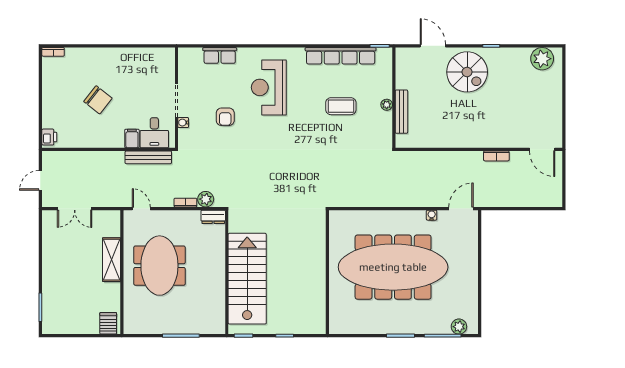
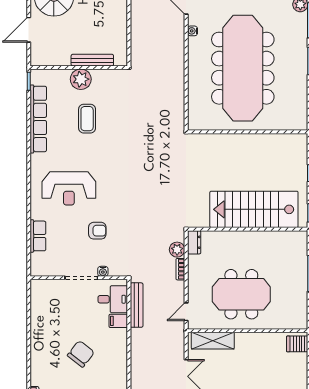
plant: (387, 105) -> (81, 79), width x1.87, depth x1.87
shelving: (111, 260) -> (213, 341), moved

